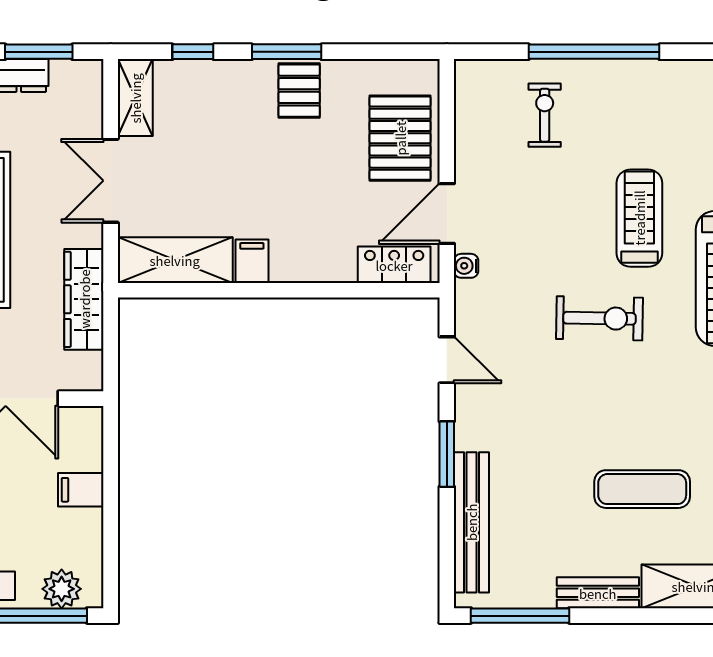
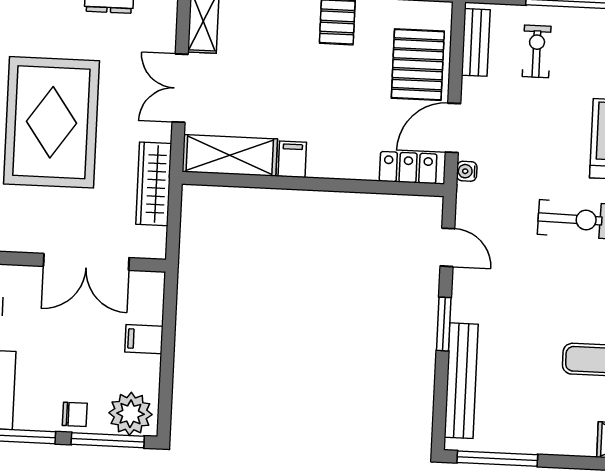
plant: (62, 589) -> (130, 414), width x1.36, depth x1.36
bench: (598, 593) -> (476, 42), moved, turned 90

